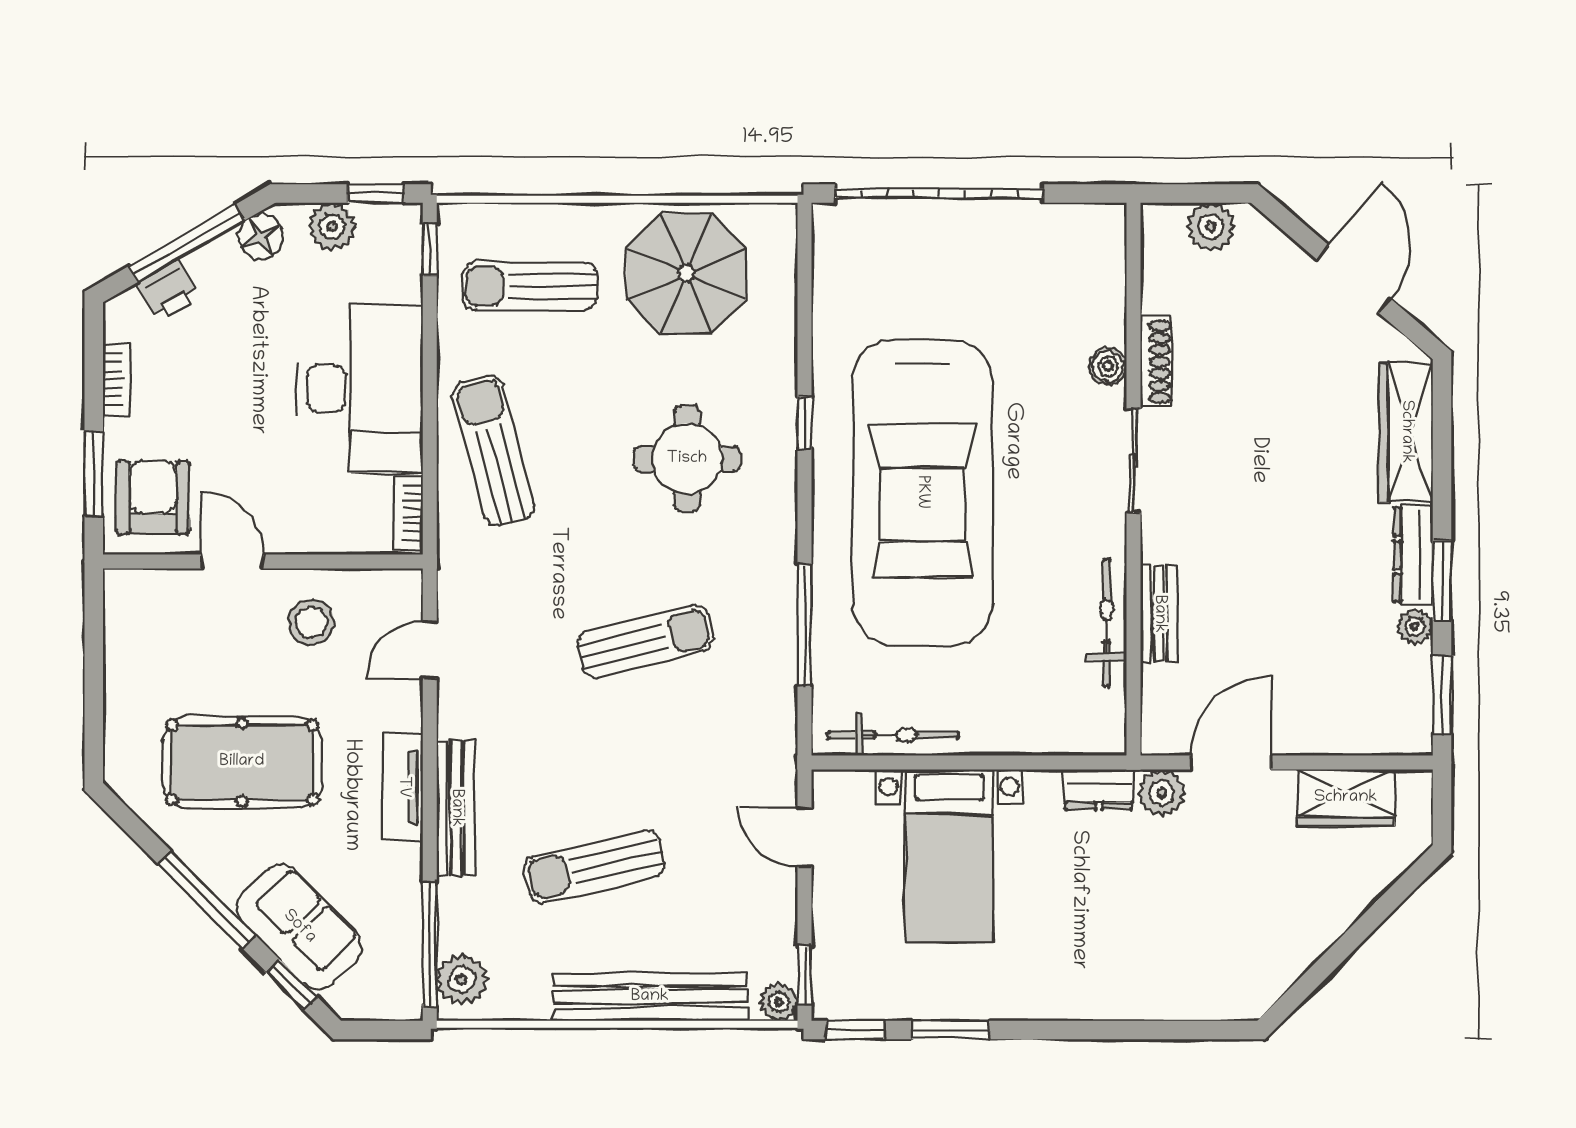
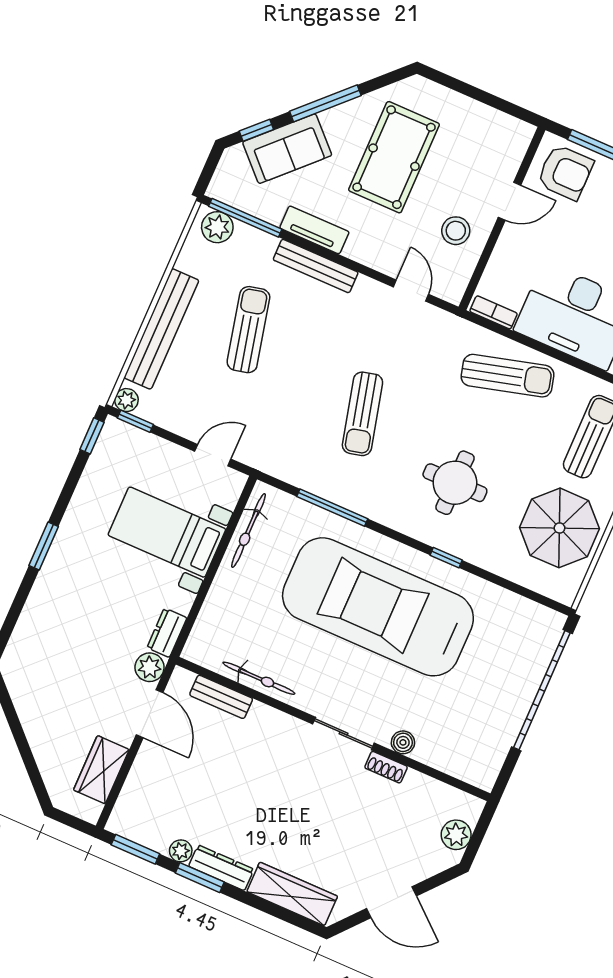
shoe rack: (1156, 362) -> (386, 767), width x0.70
bench: (1159, 614) -> (221, 697), moved
tv unit: (403, 787) -> (314, 230), moved
window: (951, 1030) -> (44, 546), moved

